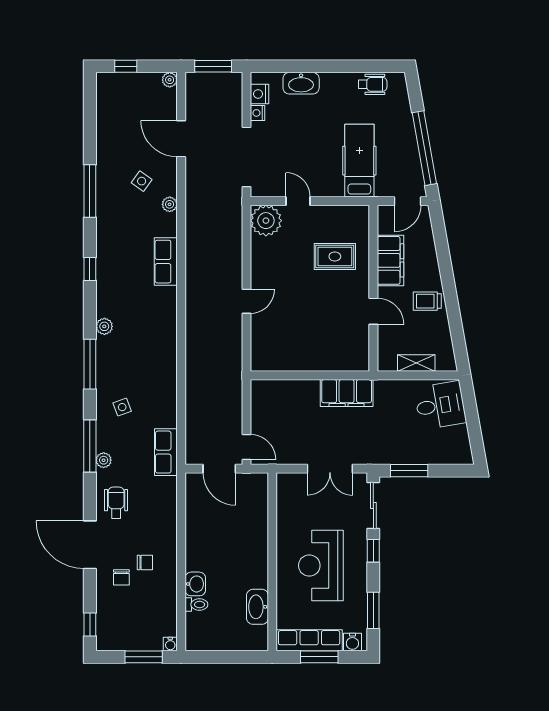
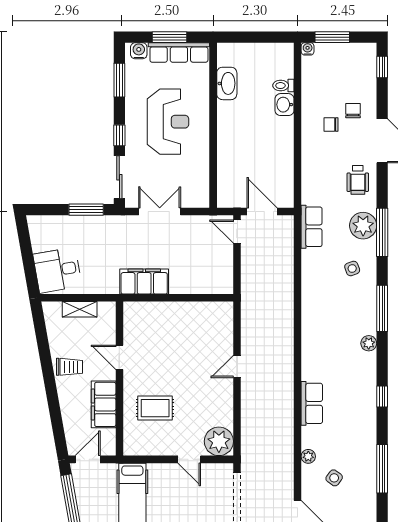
plant: (104, 460) -> (363, 226), width x1.88, depth x1.88

